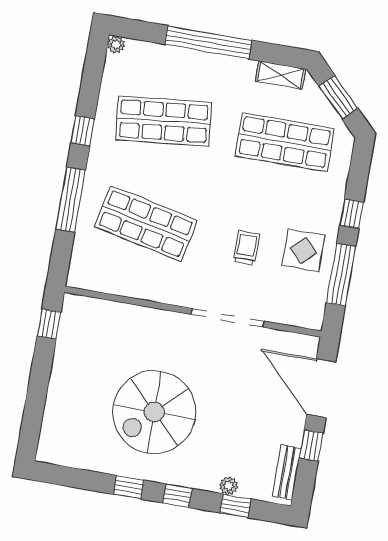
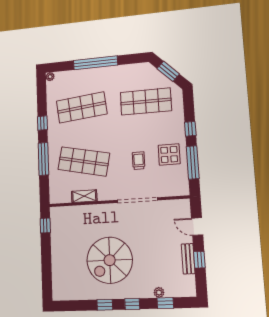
shelving: (280, 75) -> (84, 196), moved
door: (321, 388) -> (197, 227), width x0.53
bench: (287, 472) -> (188, 259), moved

